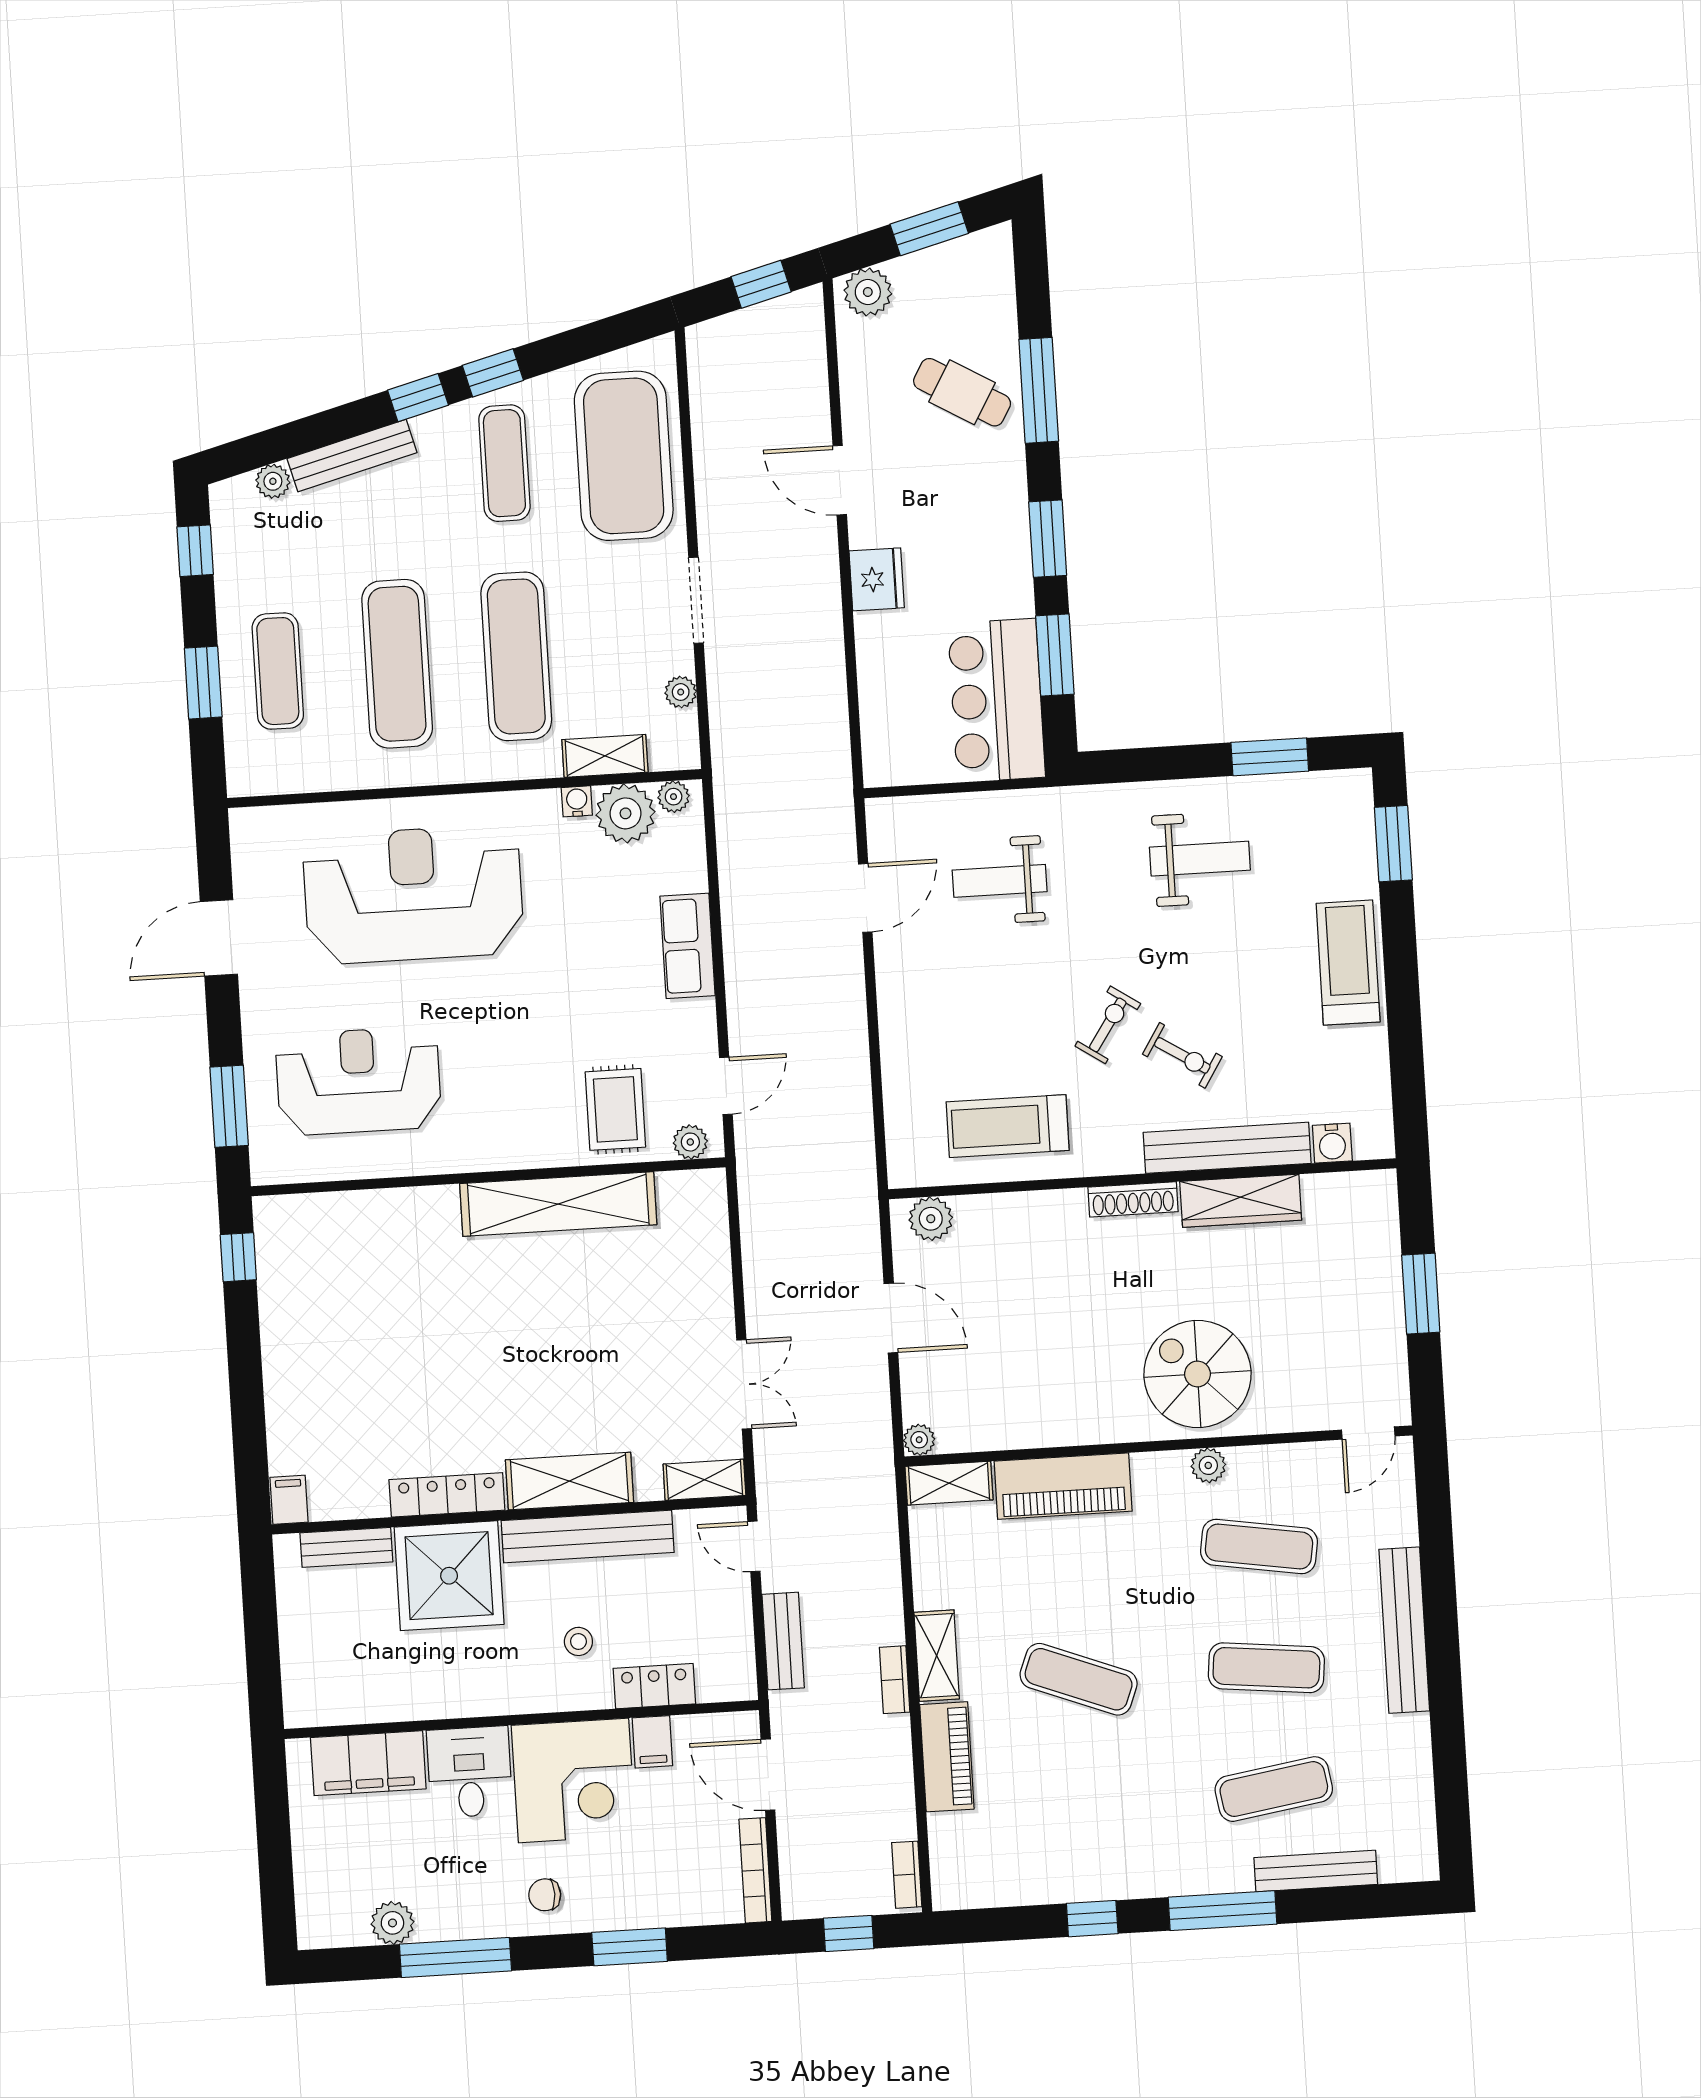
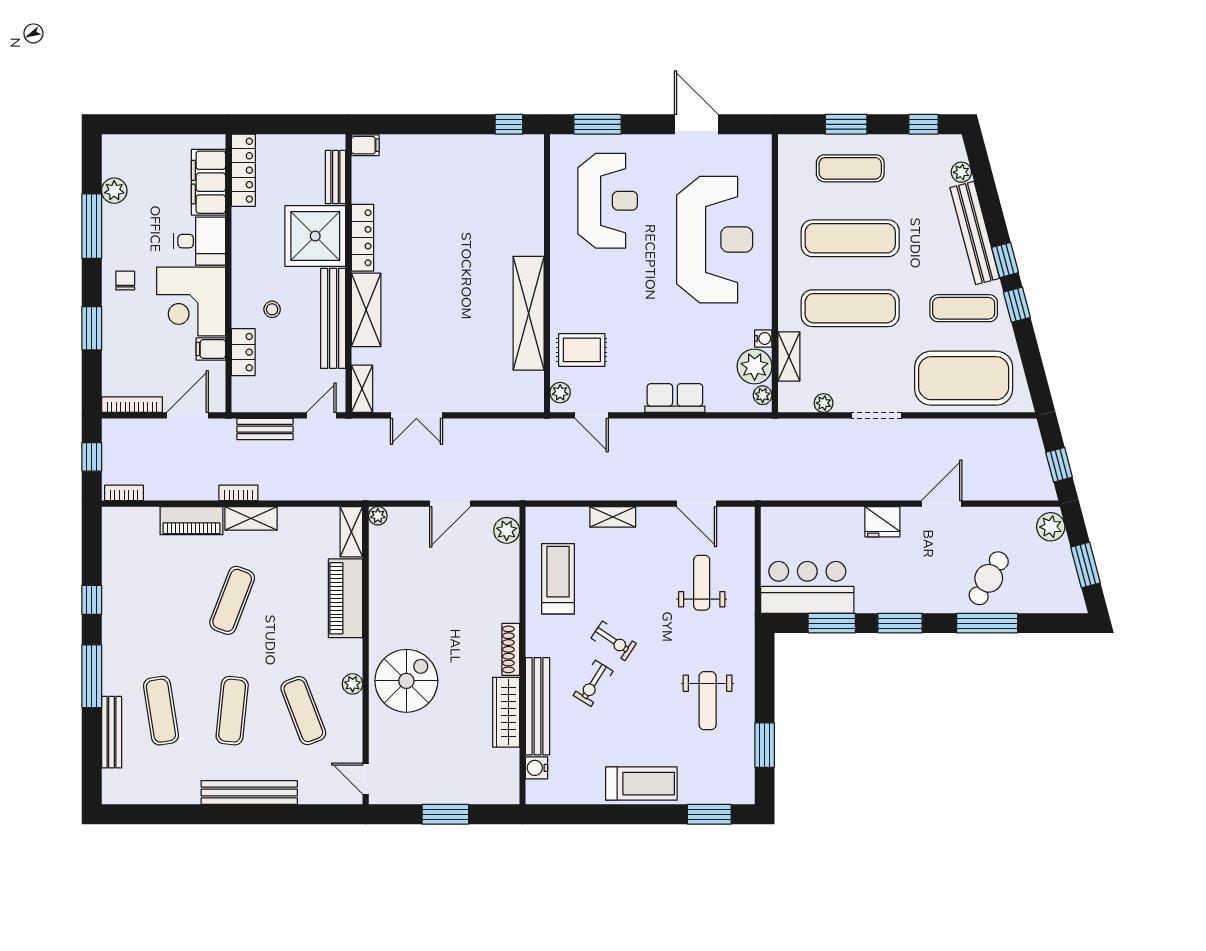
bench: (352, 456) -> (975, 233), width x1.37, depth x1.21
shelving: (896, 1039) -> (613, 517), added
exercise mat: (1259, 1546) -> (303, 711), turned -30
locker: (344, 1705) -> (243, 170), added

